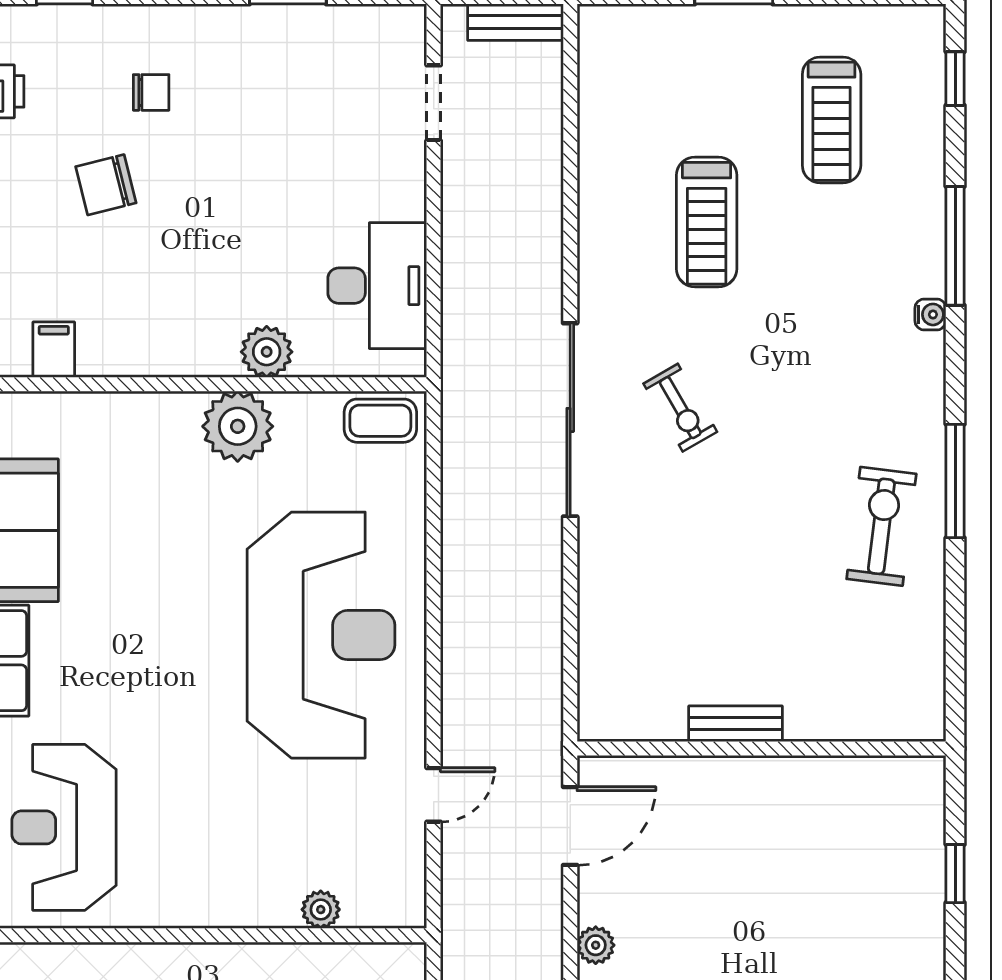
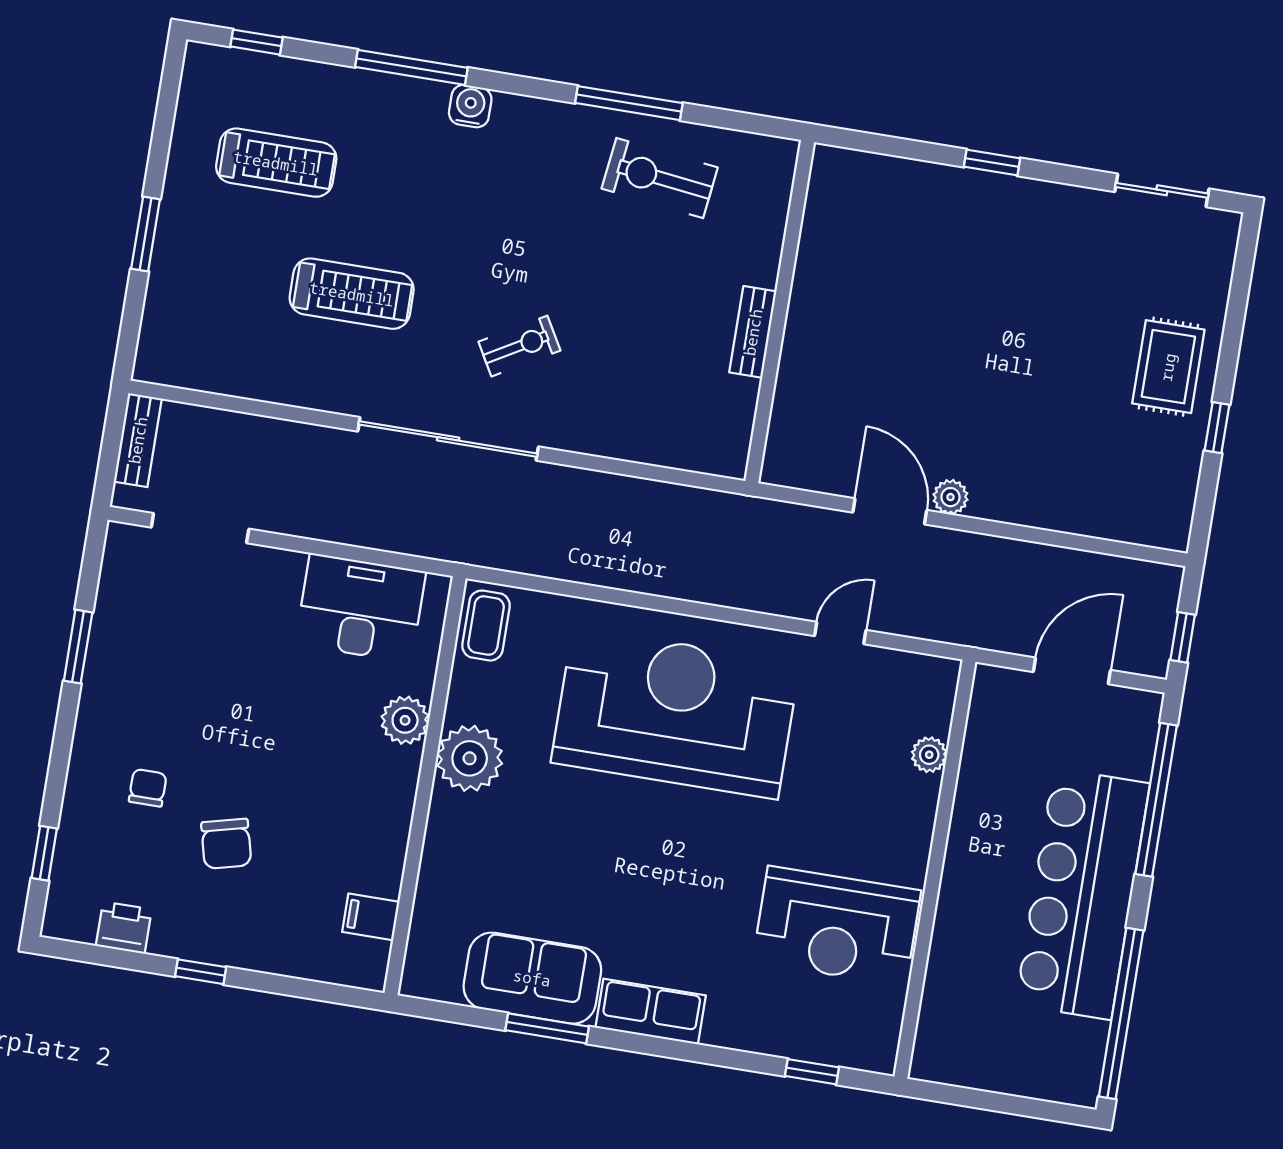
doorway: (434, 103) -> (200, 528), width x1.38
water cooler: (930, 314) -> (470, 106), width x1.38, depth x1.38
sliding door: (570, 420) -> (448, 439), moved
bench: (735, 724) -> (753, 332), moved
wall: (761, 749) -> (780, 312), moved
door: (434, 795) -> (840, 633), hinge flipped
reception desk: (64, 827) -> (837, 926), moved
plant: (596, 945) -> (950, 497), moved

